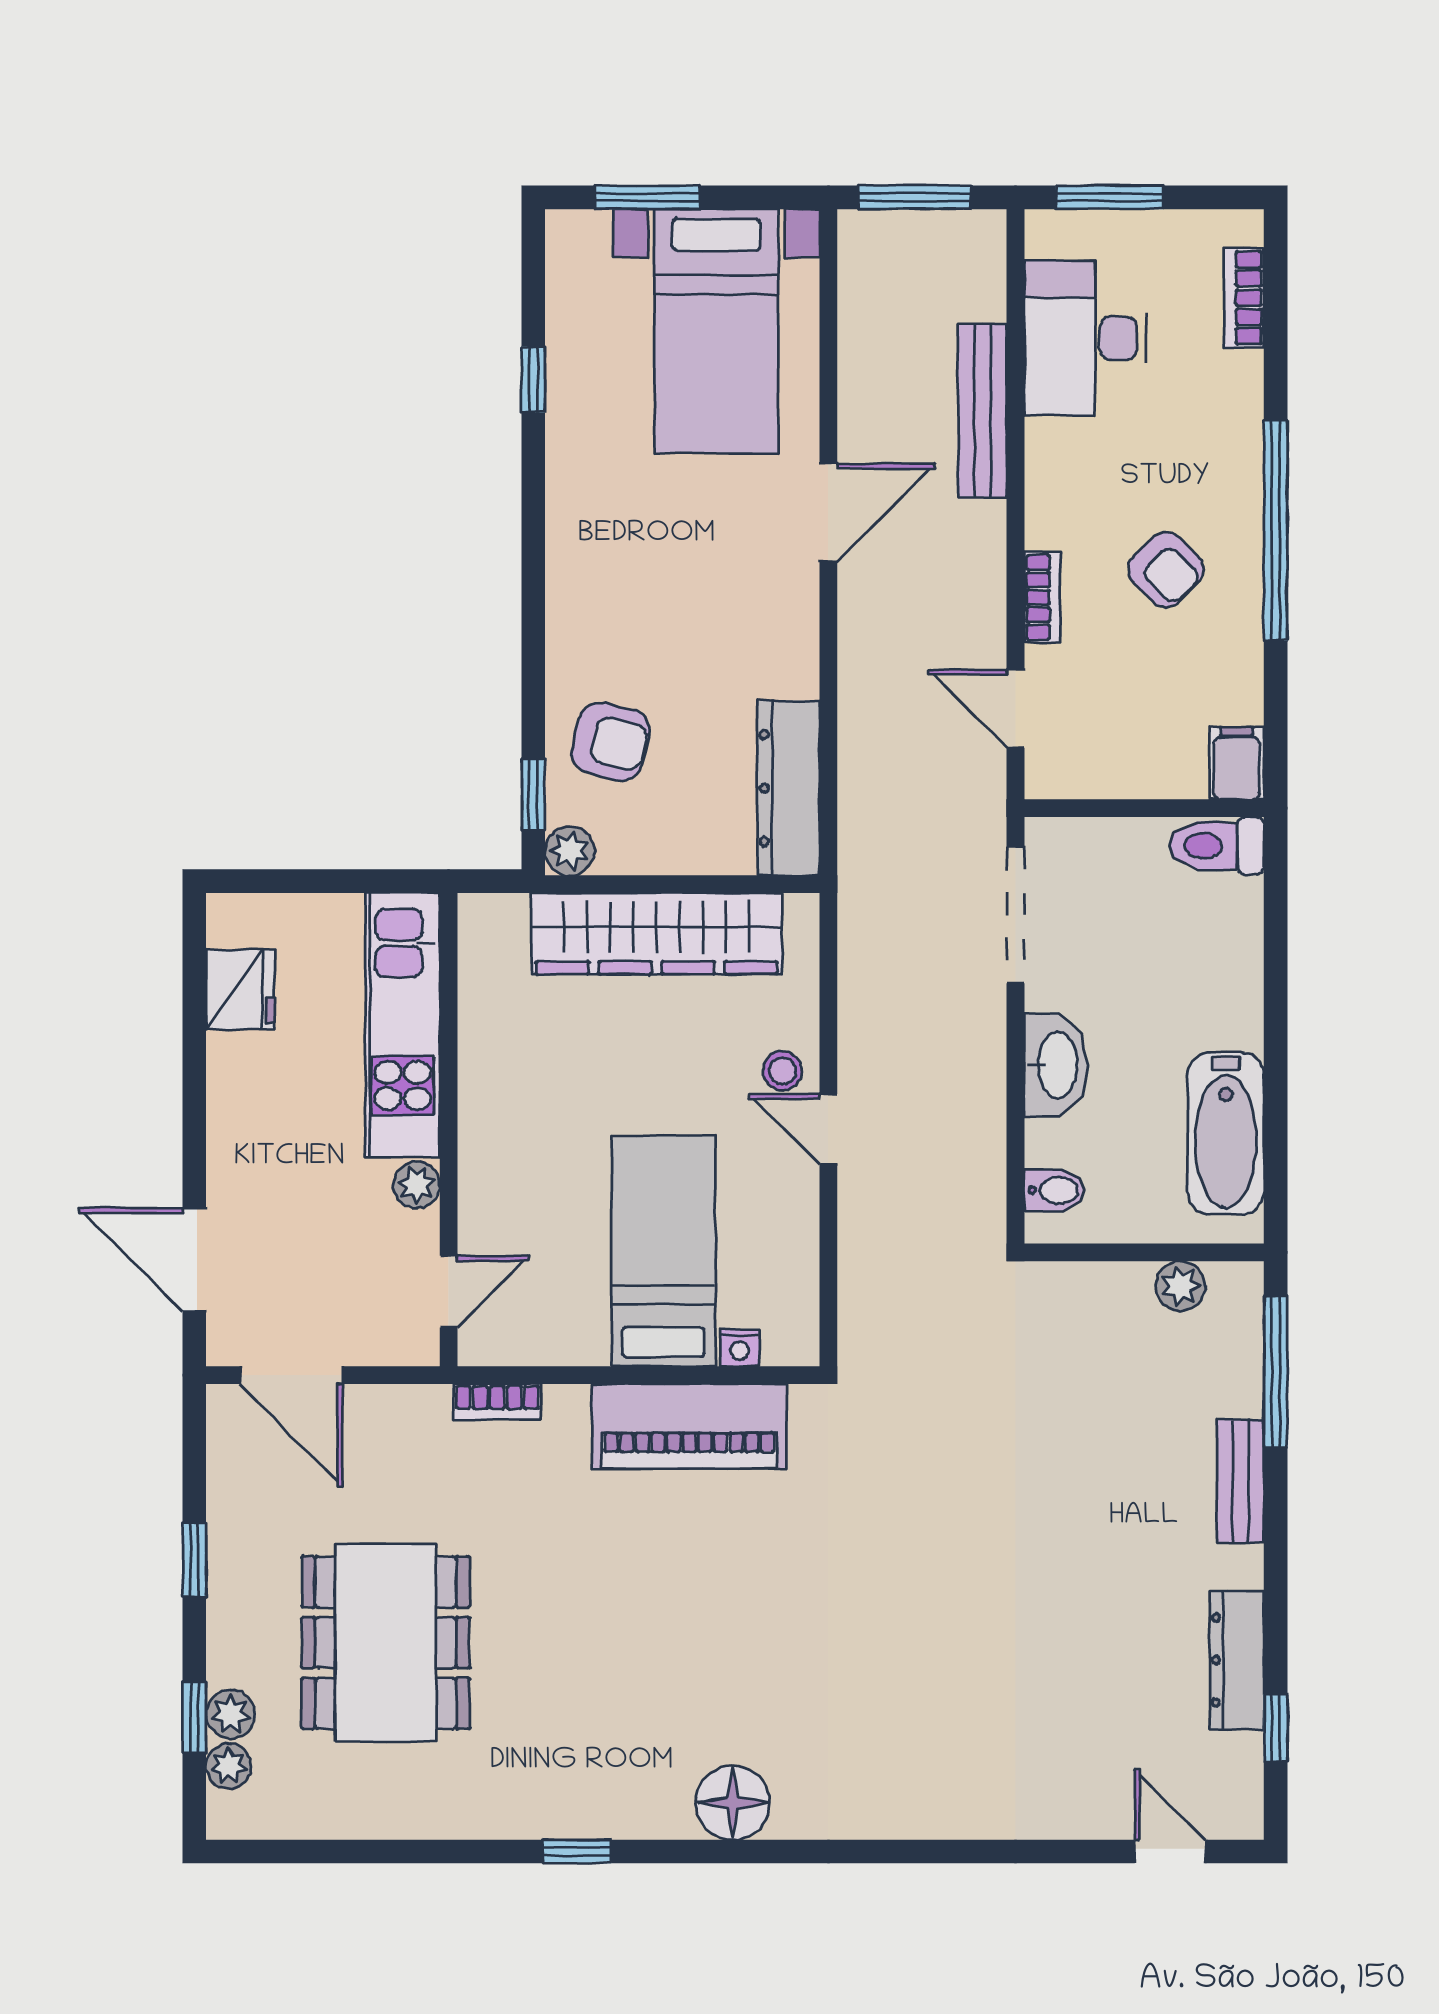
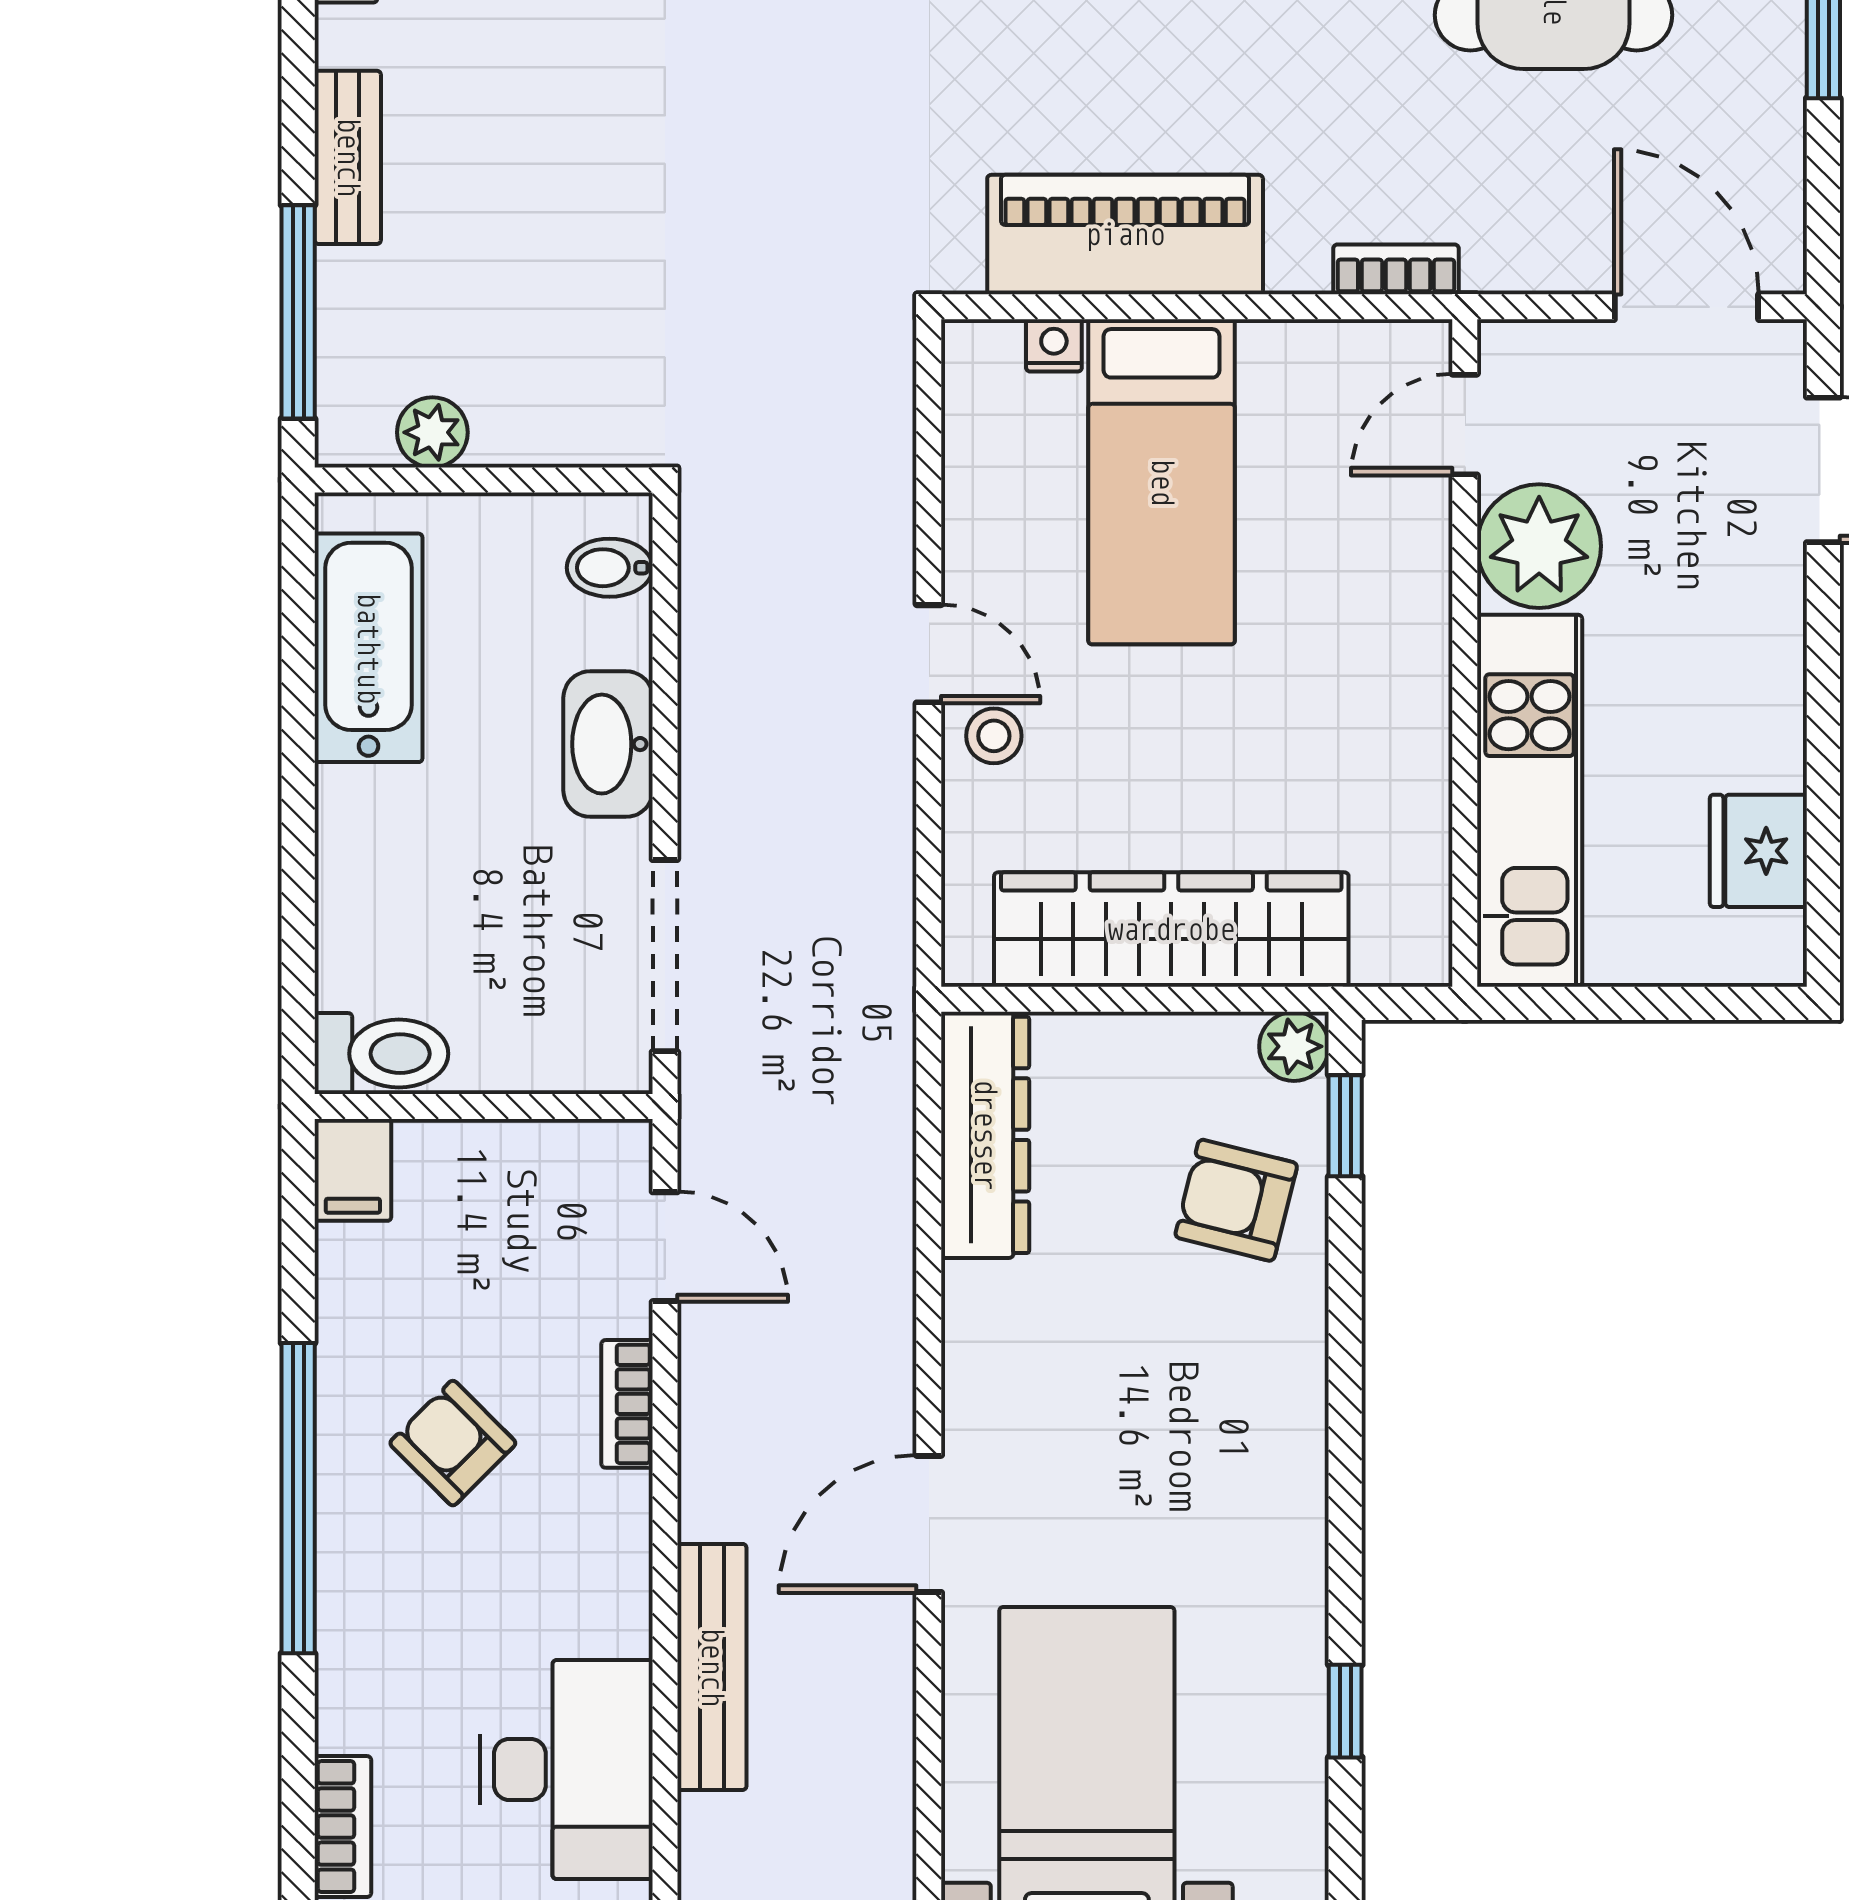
plant: (416, 1185) -> (1539, 546), width x1.87, depth x1.87

